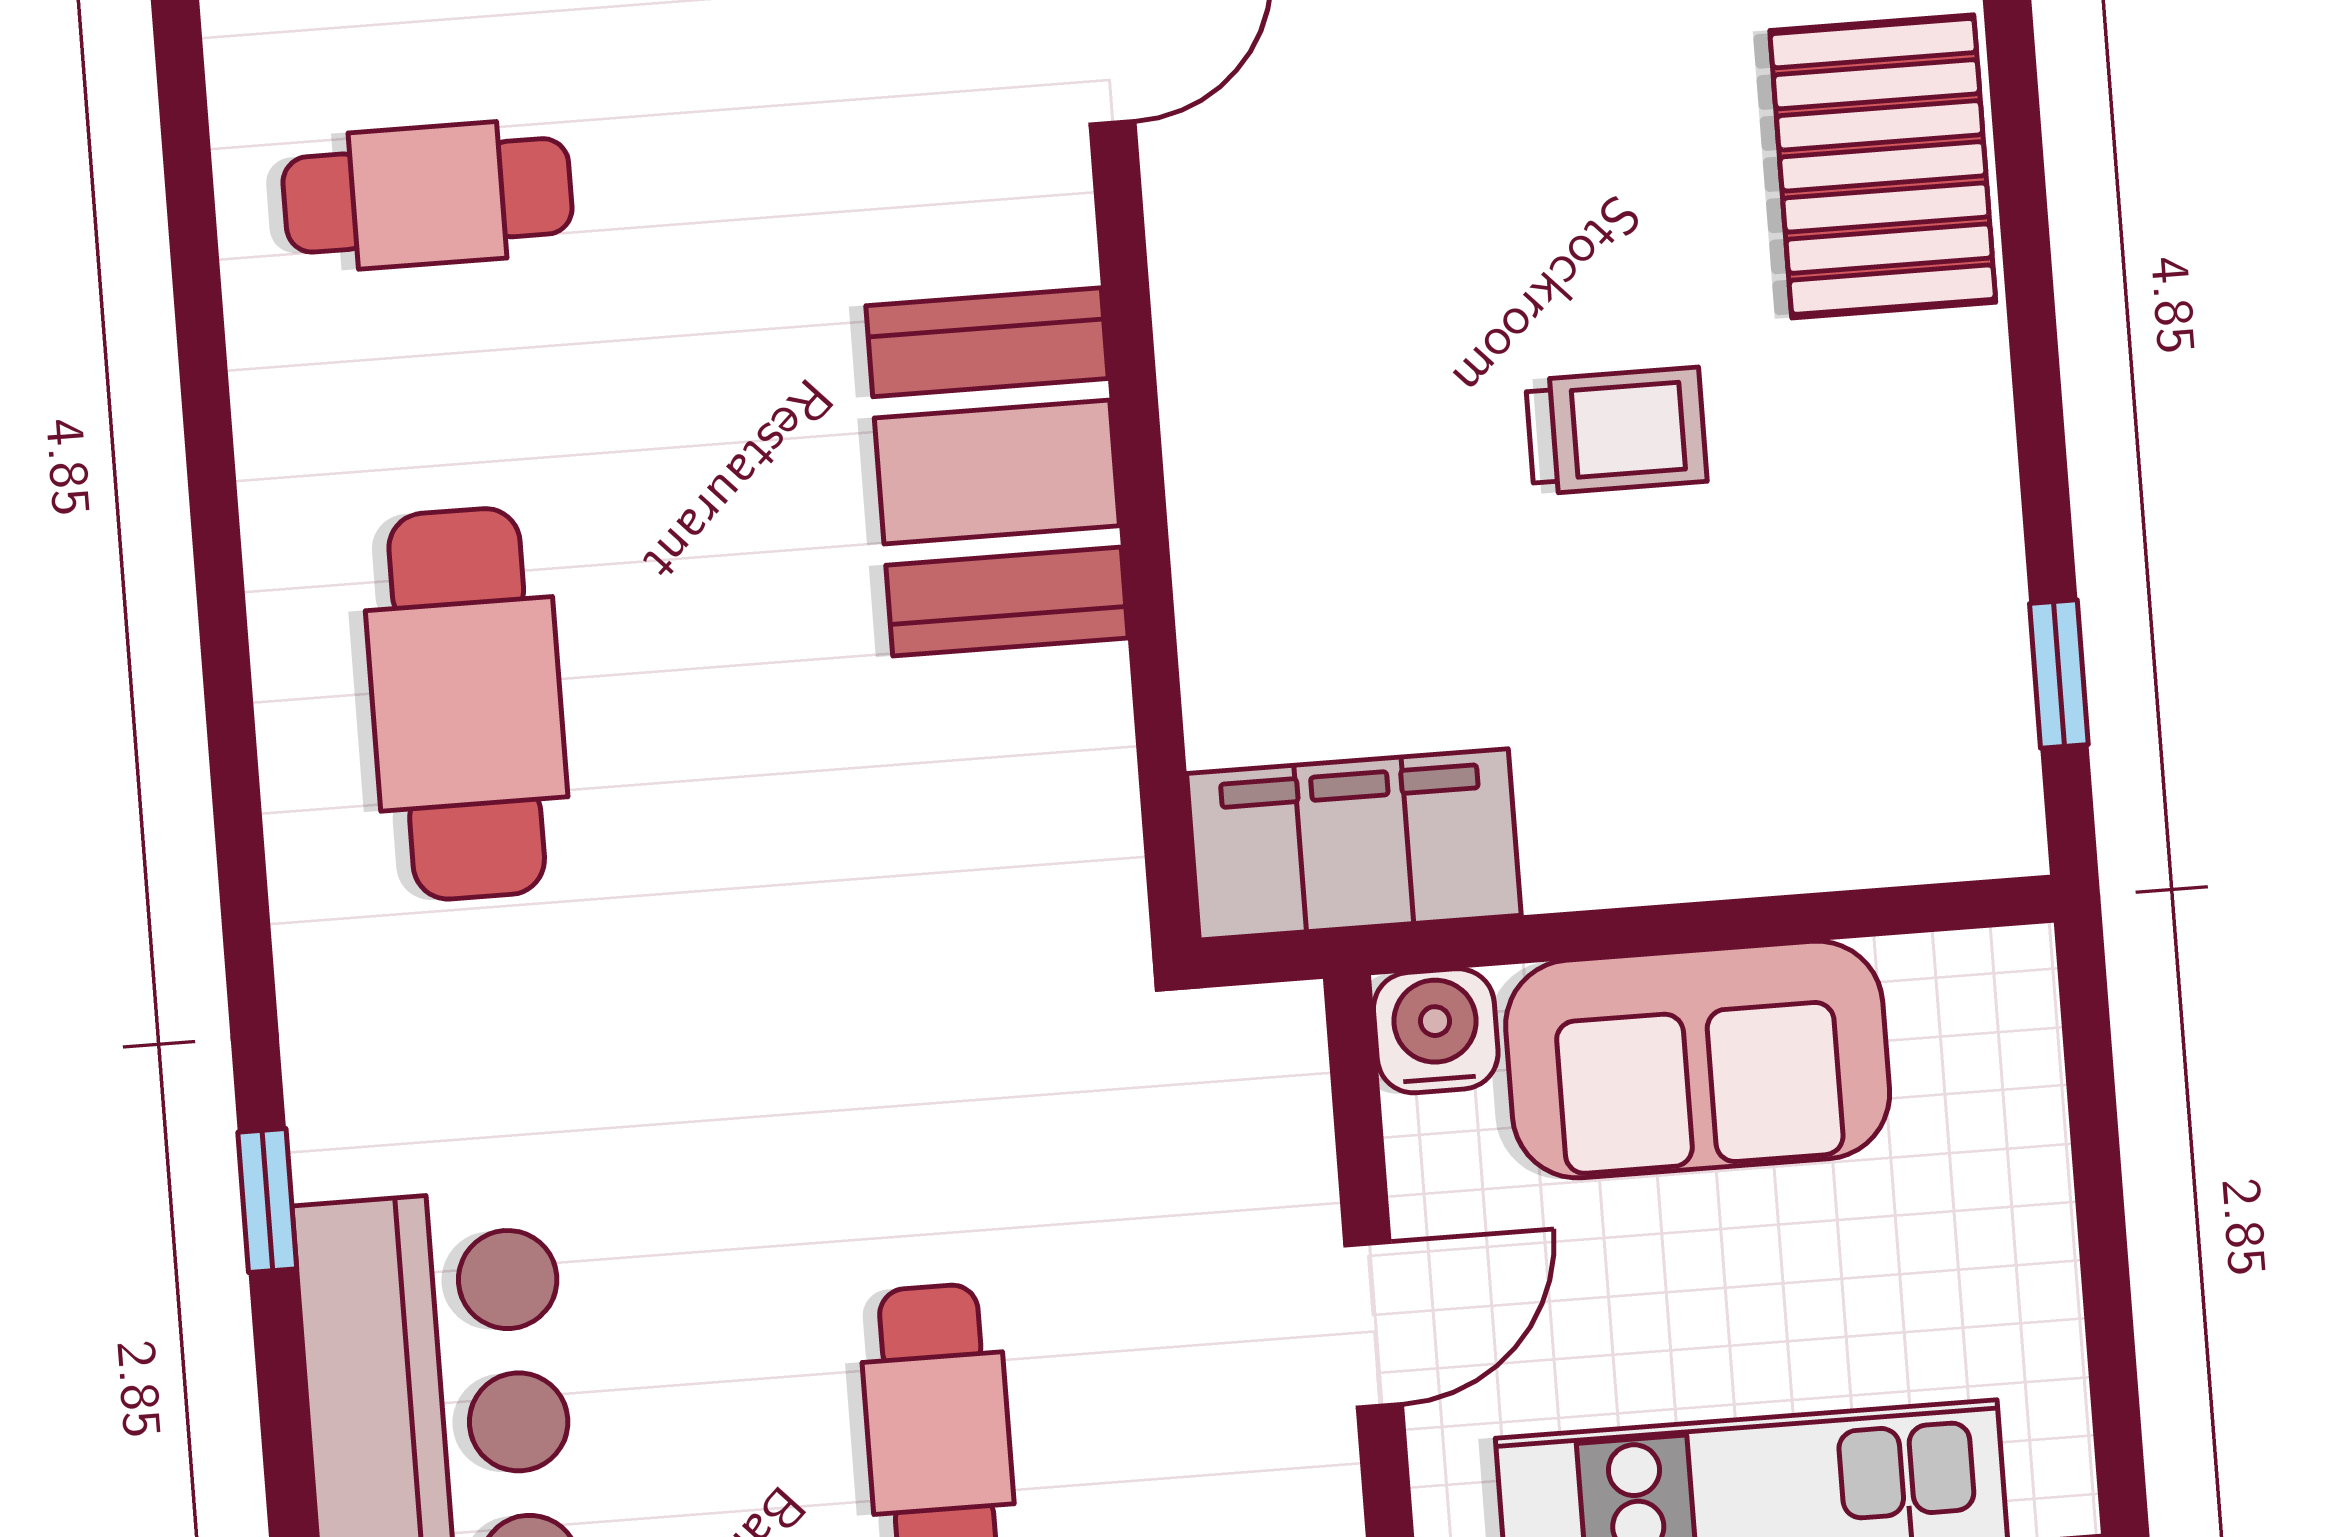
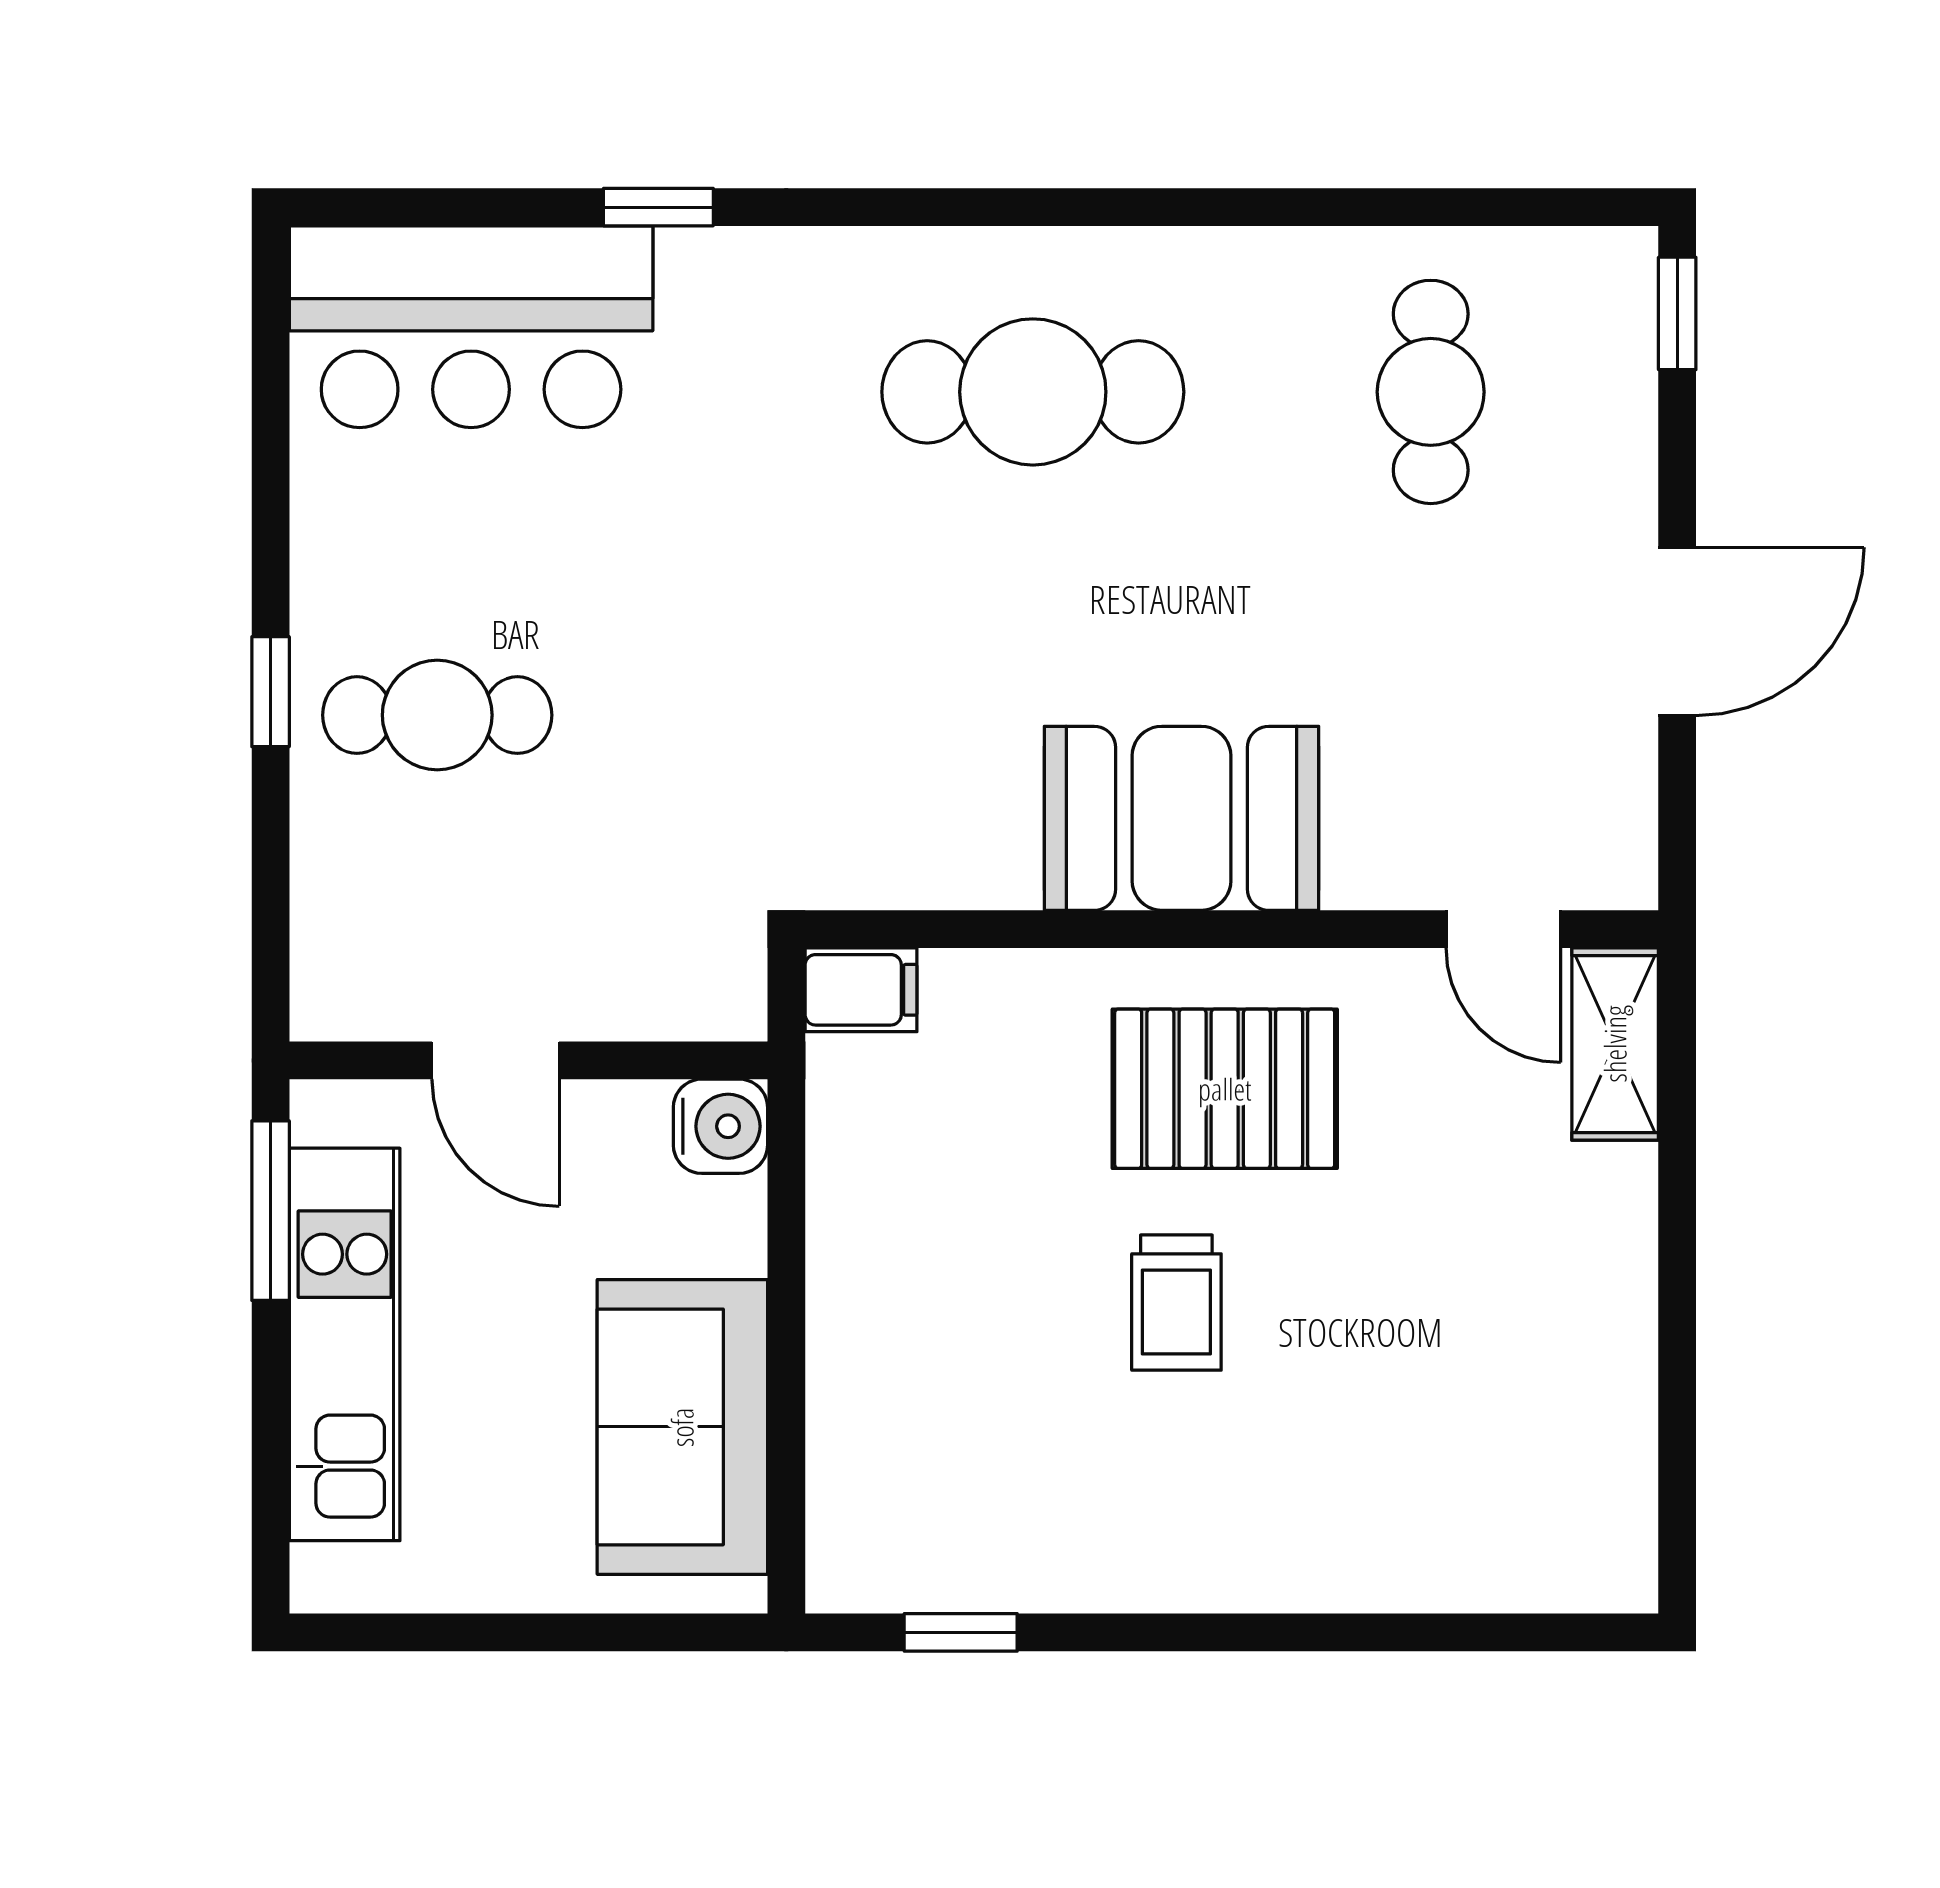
pallet: (1883, 166) -> (1225, 1089), moved
filing cabinet: (1354, 844) -> (861, 990), width x0.33, depth x0.86
sofa: (1698, 1060) -> (682, 1427), moved

